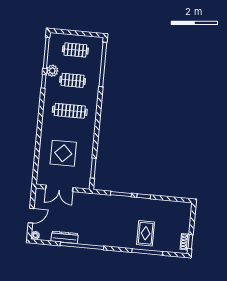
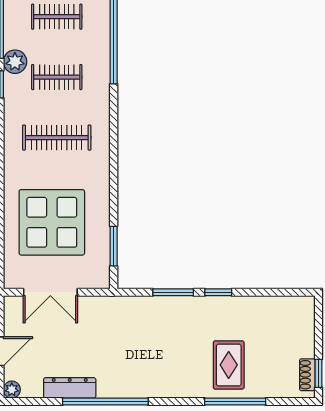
display table: (63, 153) -> (52, 222), width x1.36, depth x1.36

